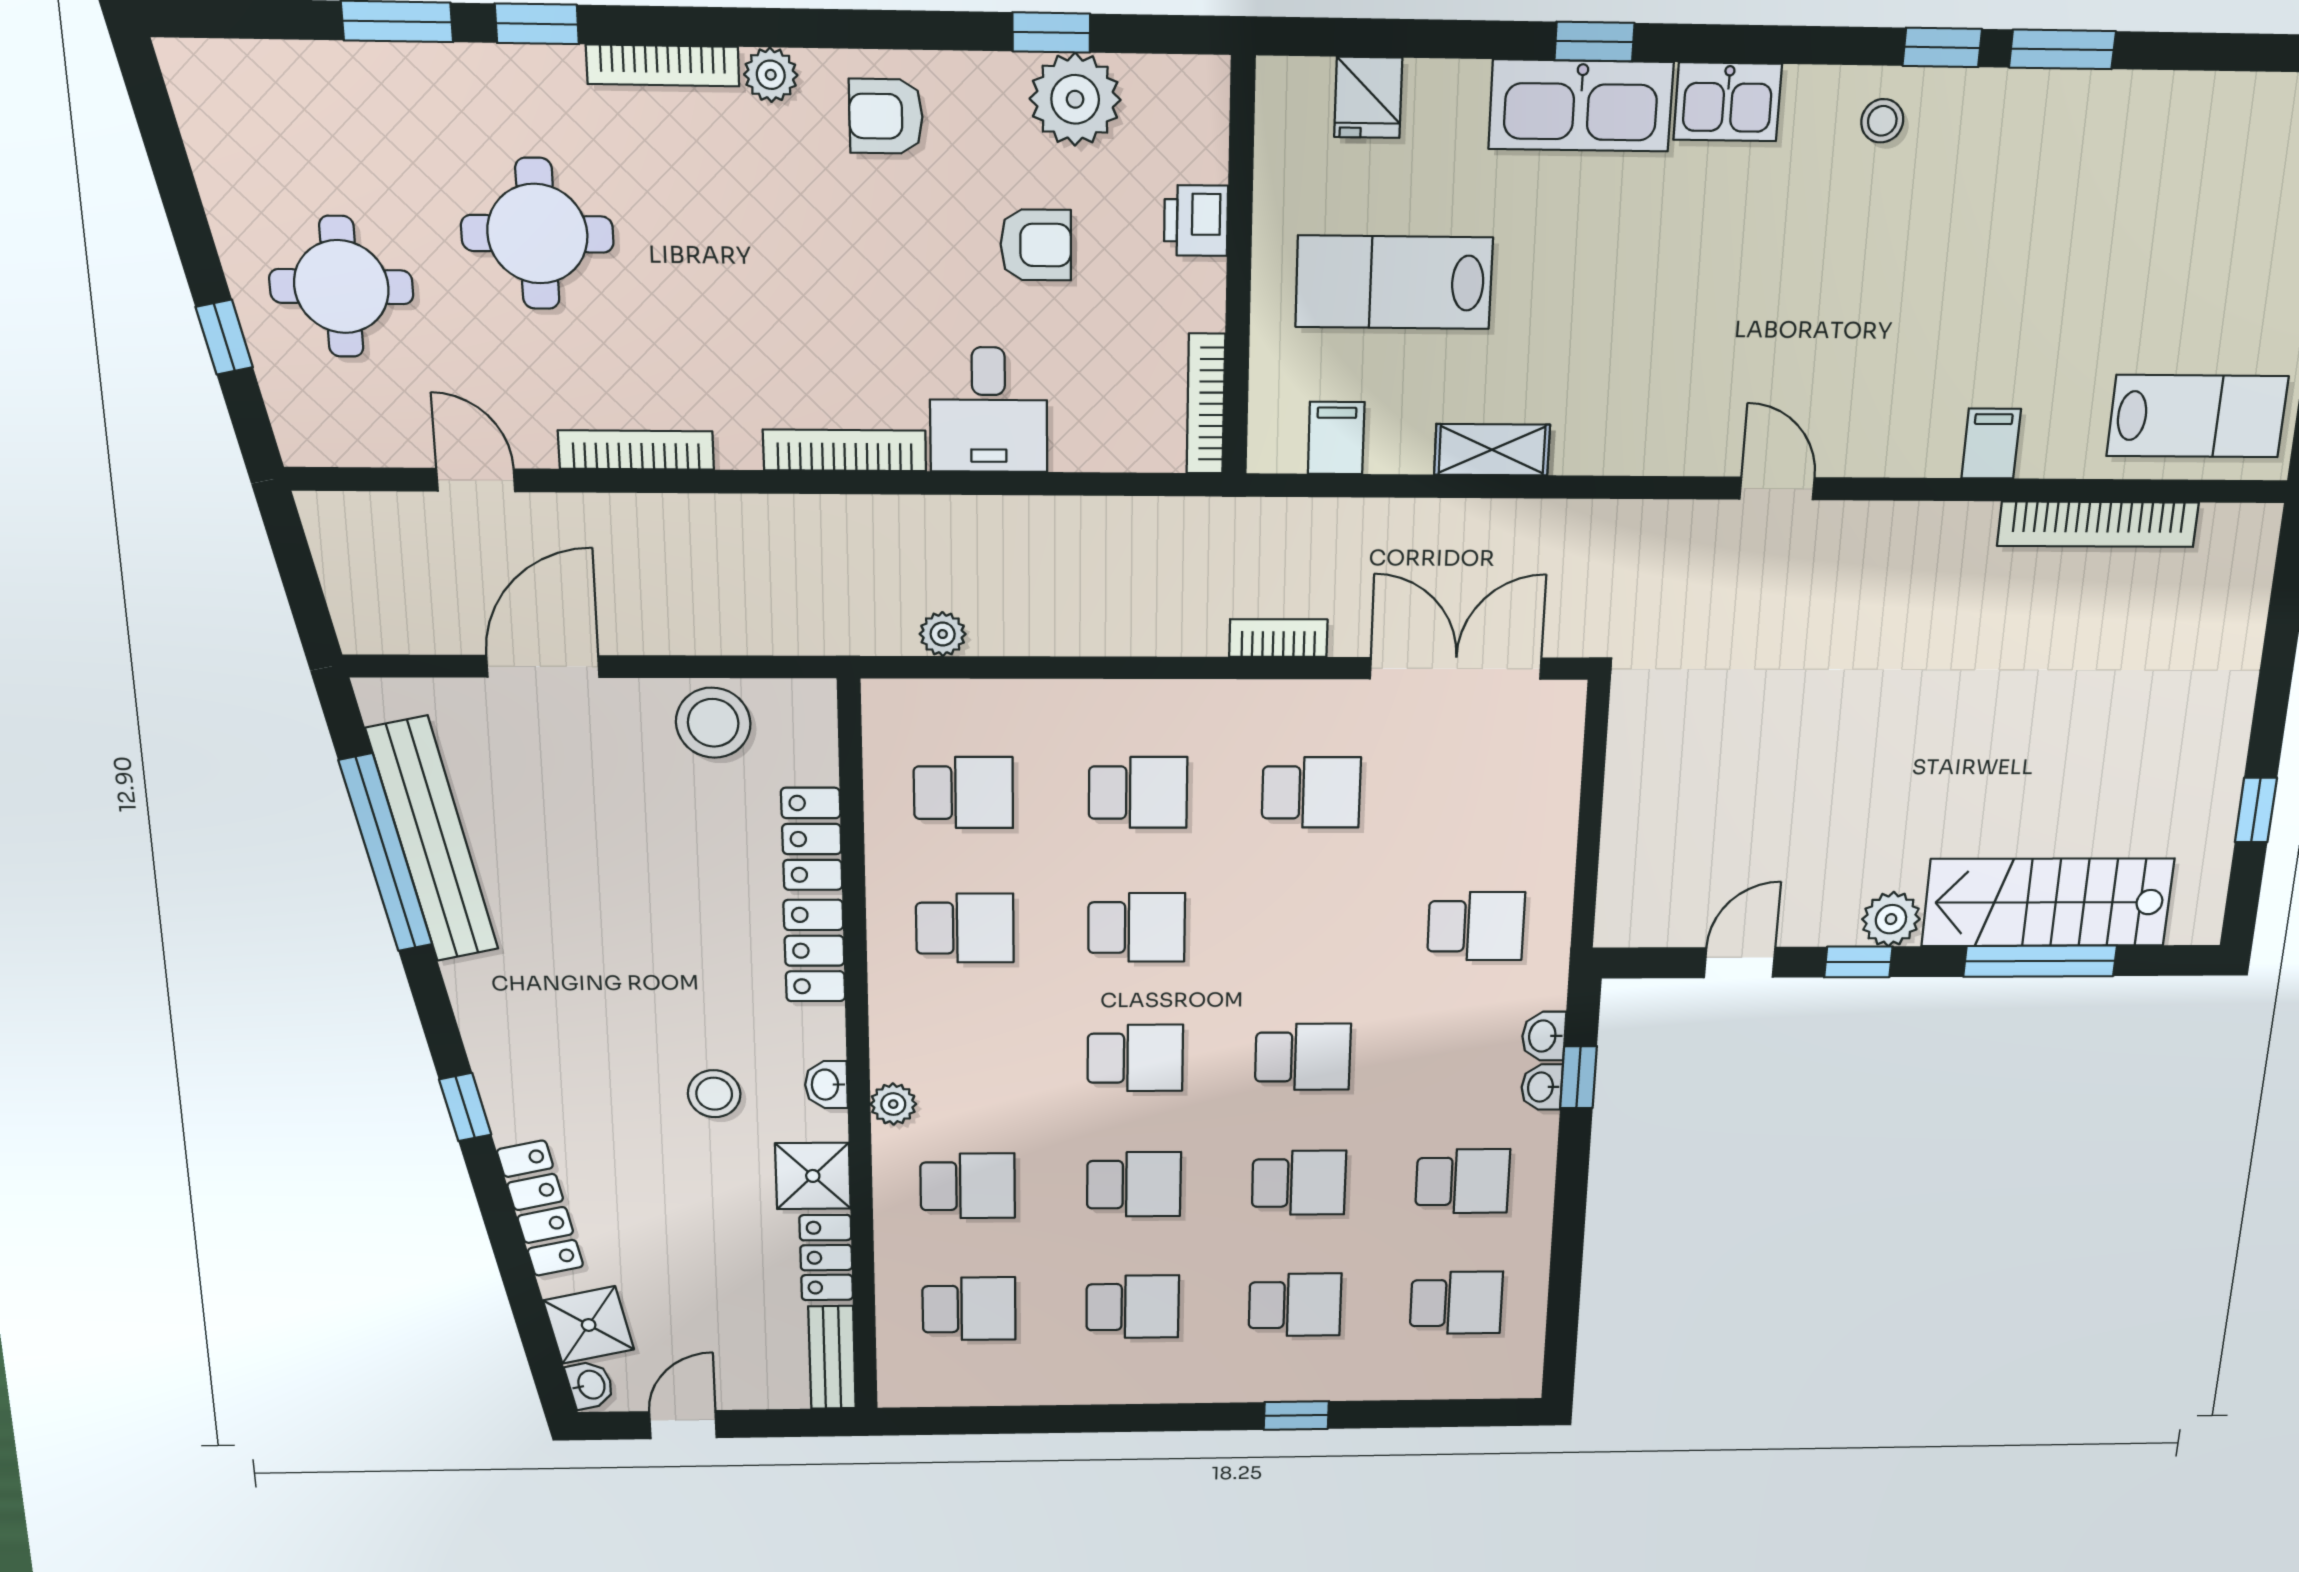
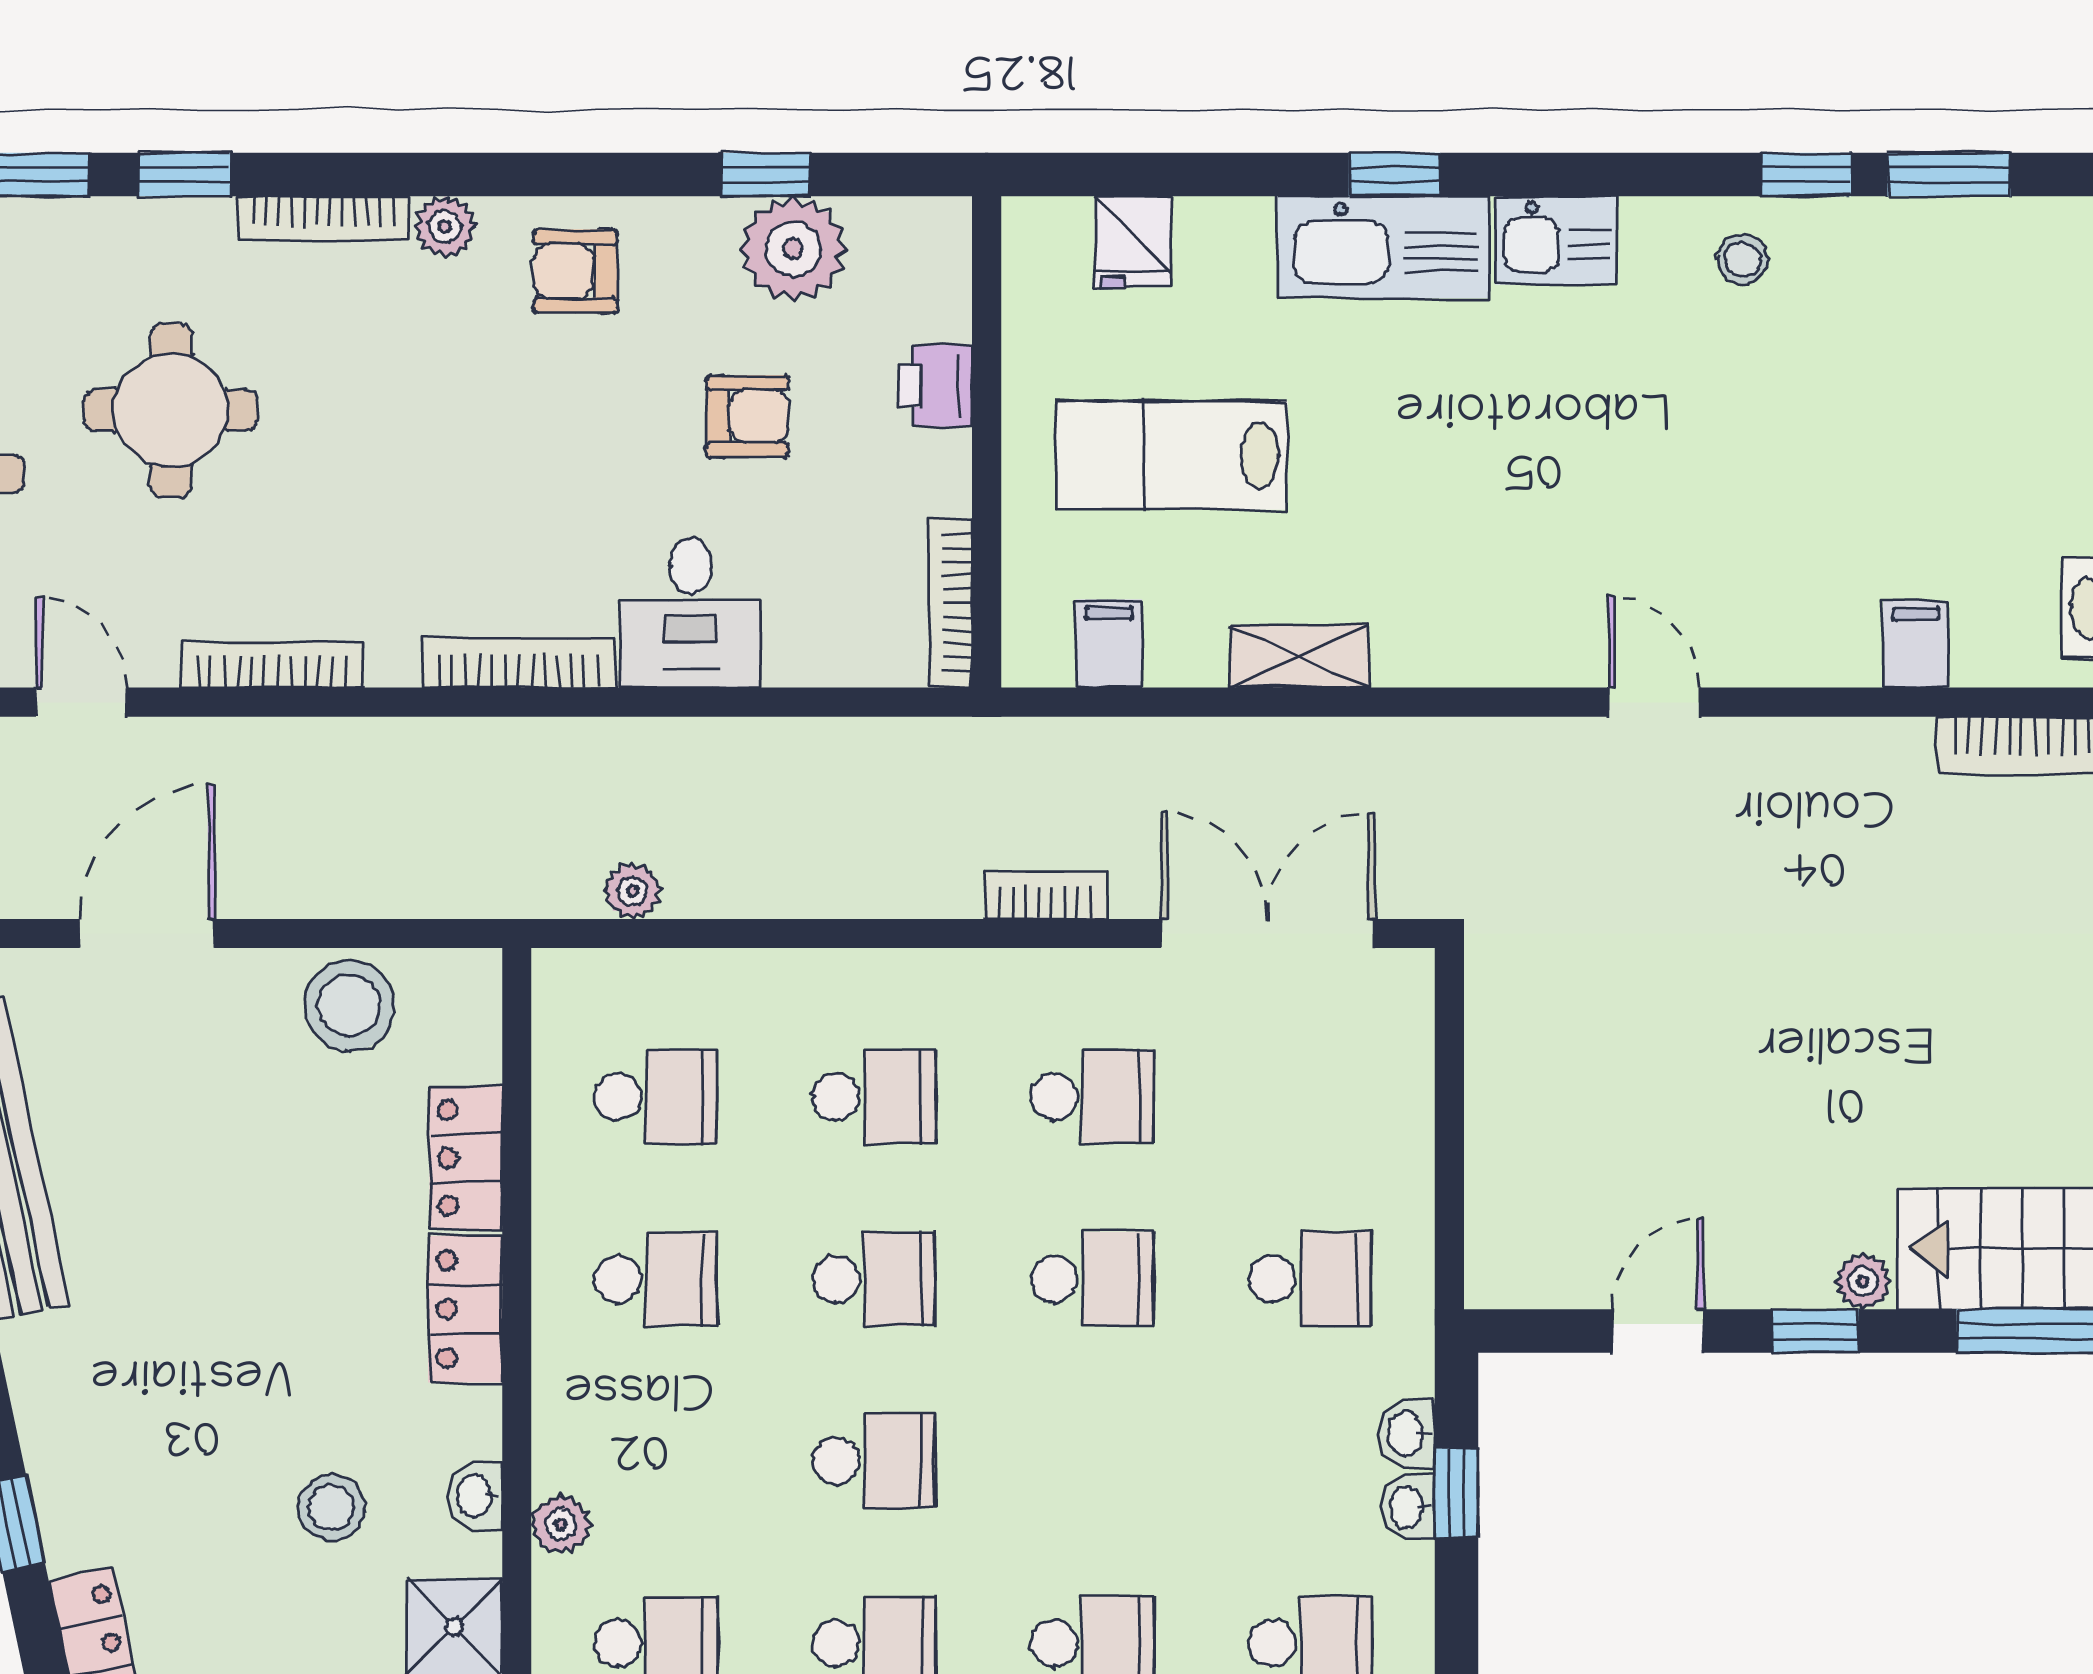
plant: (1891, 919) -> (1863, 1282), width x0.73, depth x0.73
school desk: (1303, 1057) -> (1092, 1279), moved

